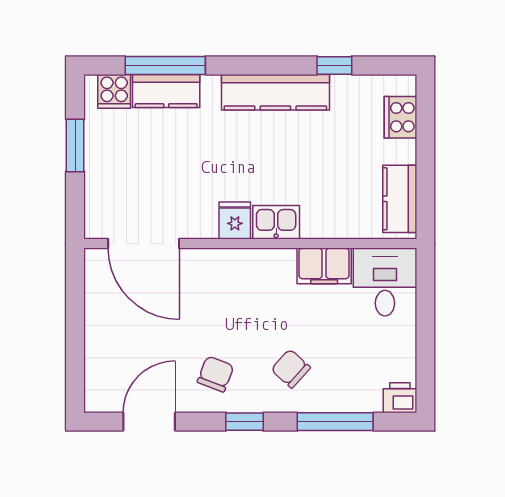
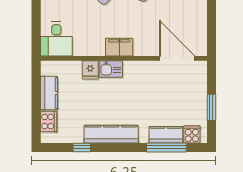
kitchen counter: (400, 199) -> (49, 93), moved
fridge: (235, 220) -> (90, 70), moved
filing cabinet: (324, 266) -> (119, 47), moved

